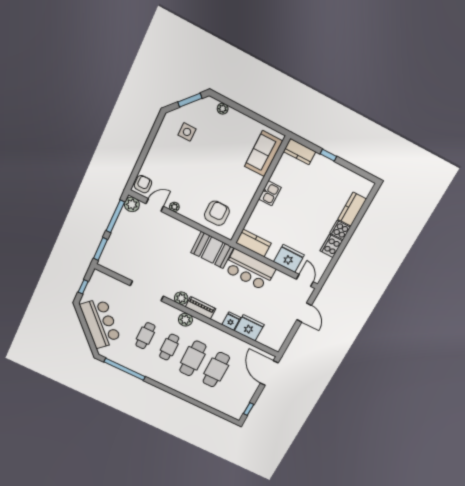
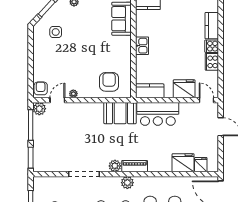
fridge: (231, 321) -> (201, 165), moved

